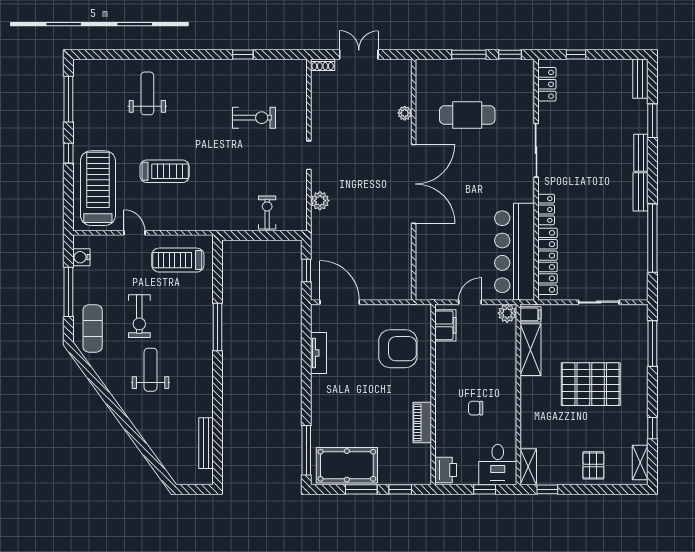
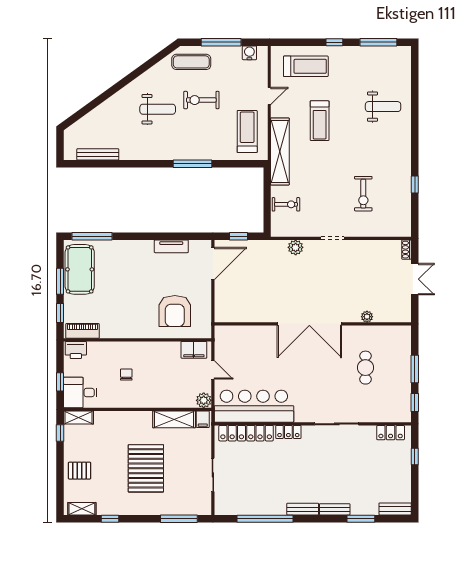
cafe table: (467, 115) -> (365, 368), width x0.73, depth x0.74
treadmill: (98, 188) -> (306, 66), width x0.73, depth x0.73
shelving: (202, 220) -> (280, 151), added
piano: (422, 422) -> (82, 331), moved

